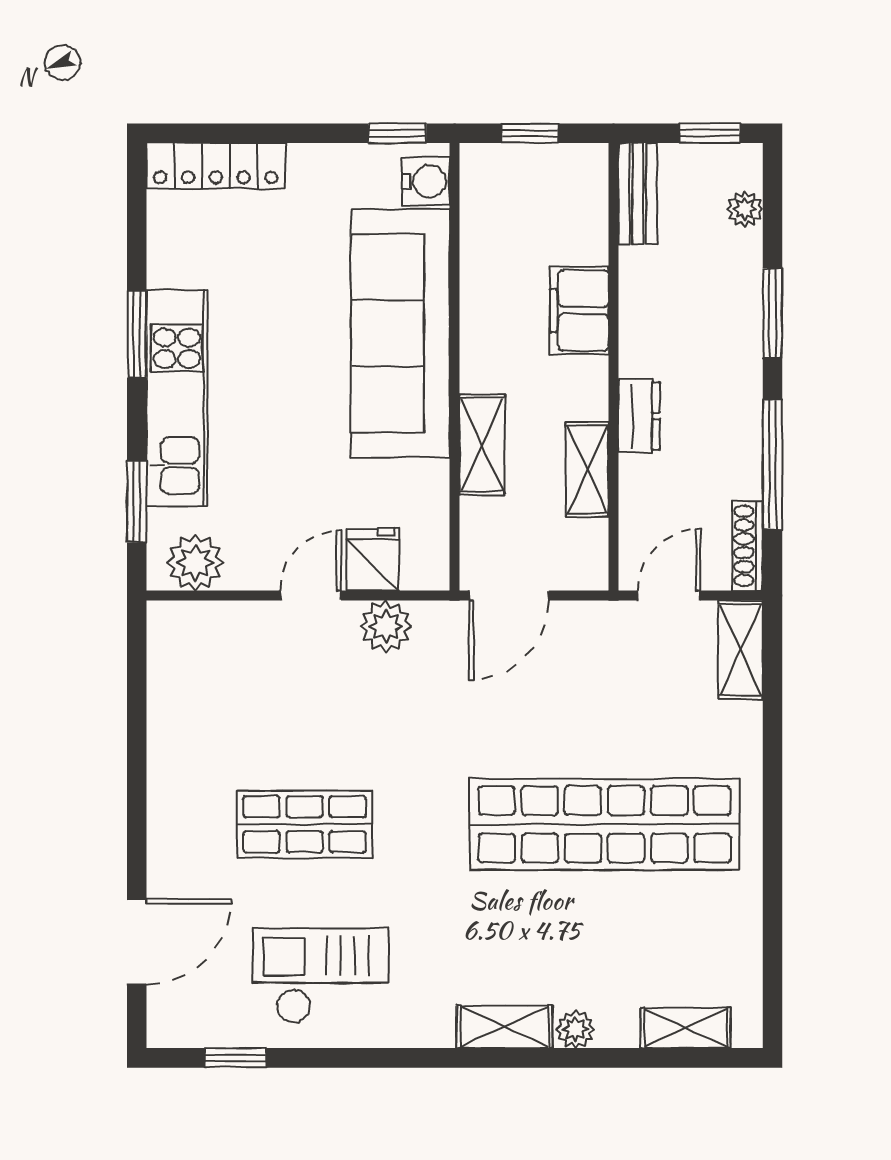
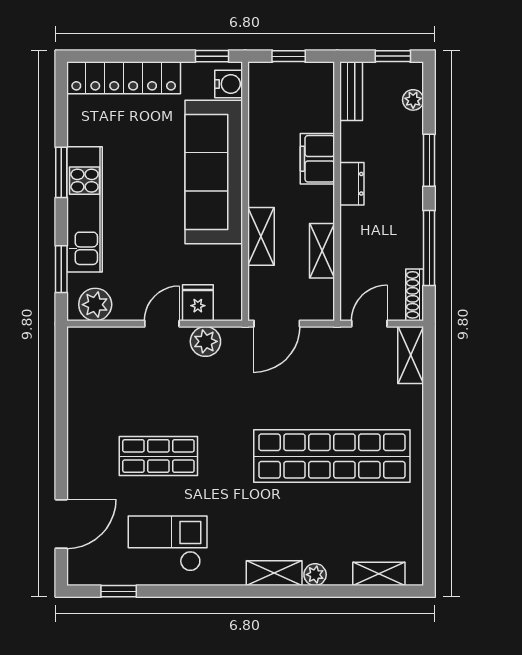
locker: (216, 166) -> (124, 78), width x1.41, depth x1.21
dresser: (639, 416) -> (352, 184), moved

